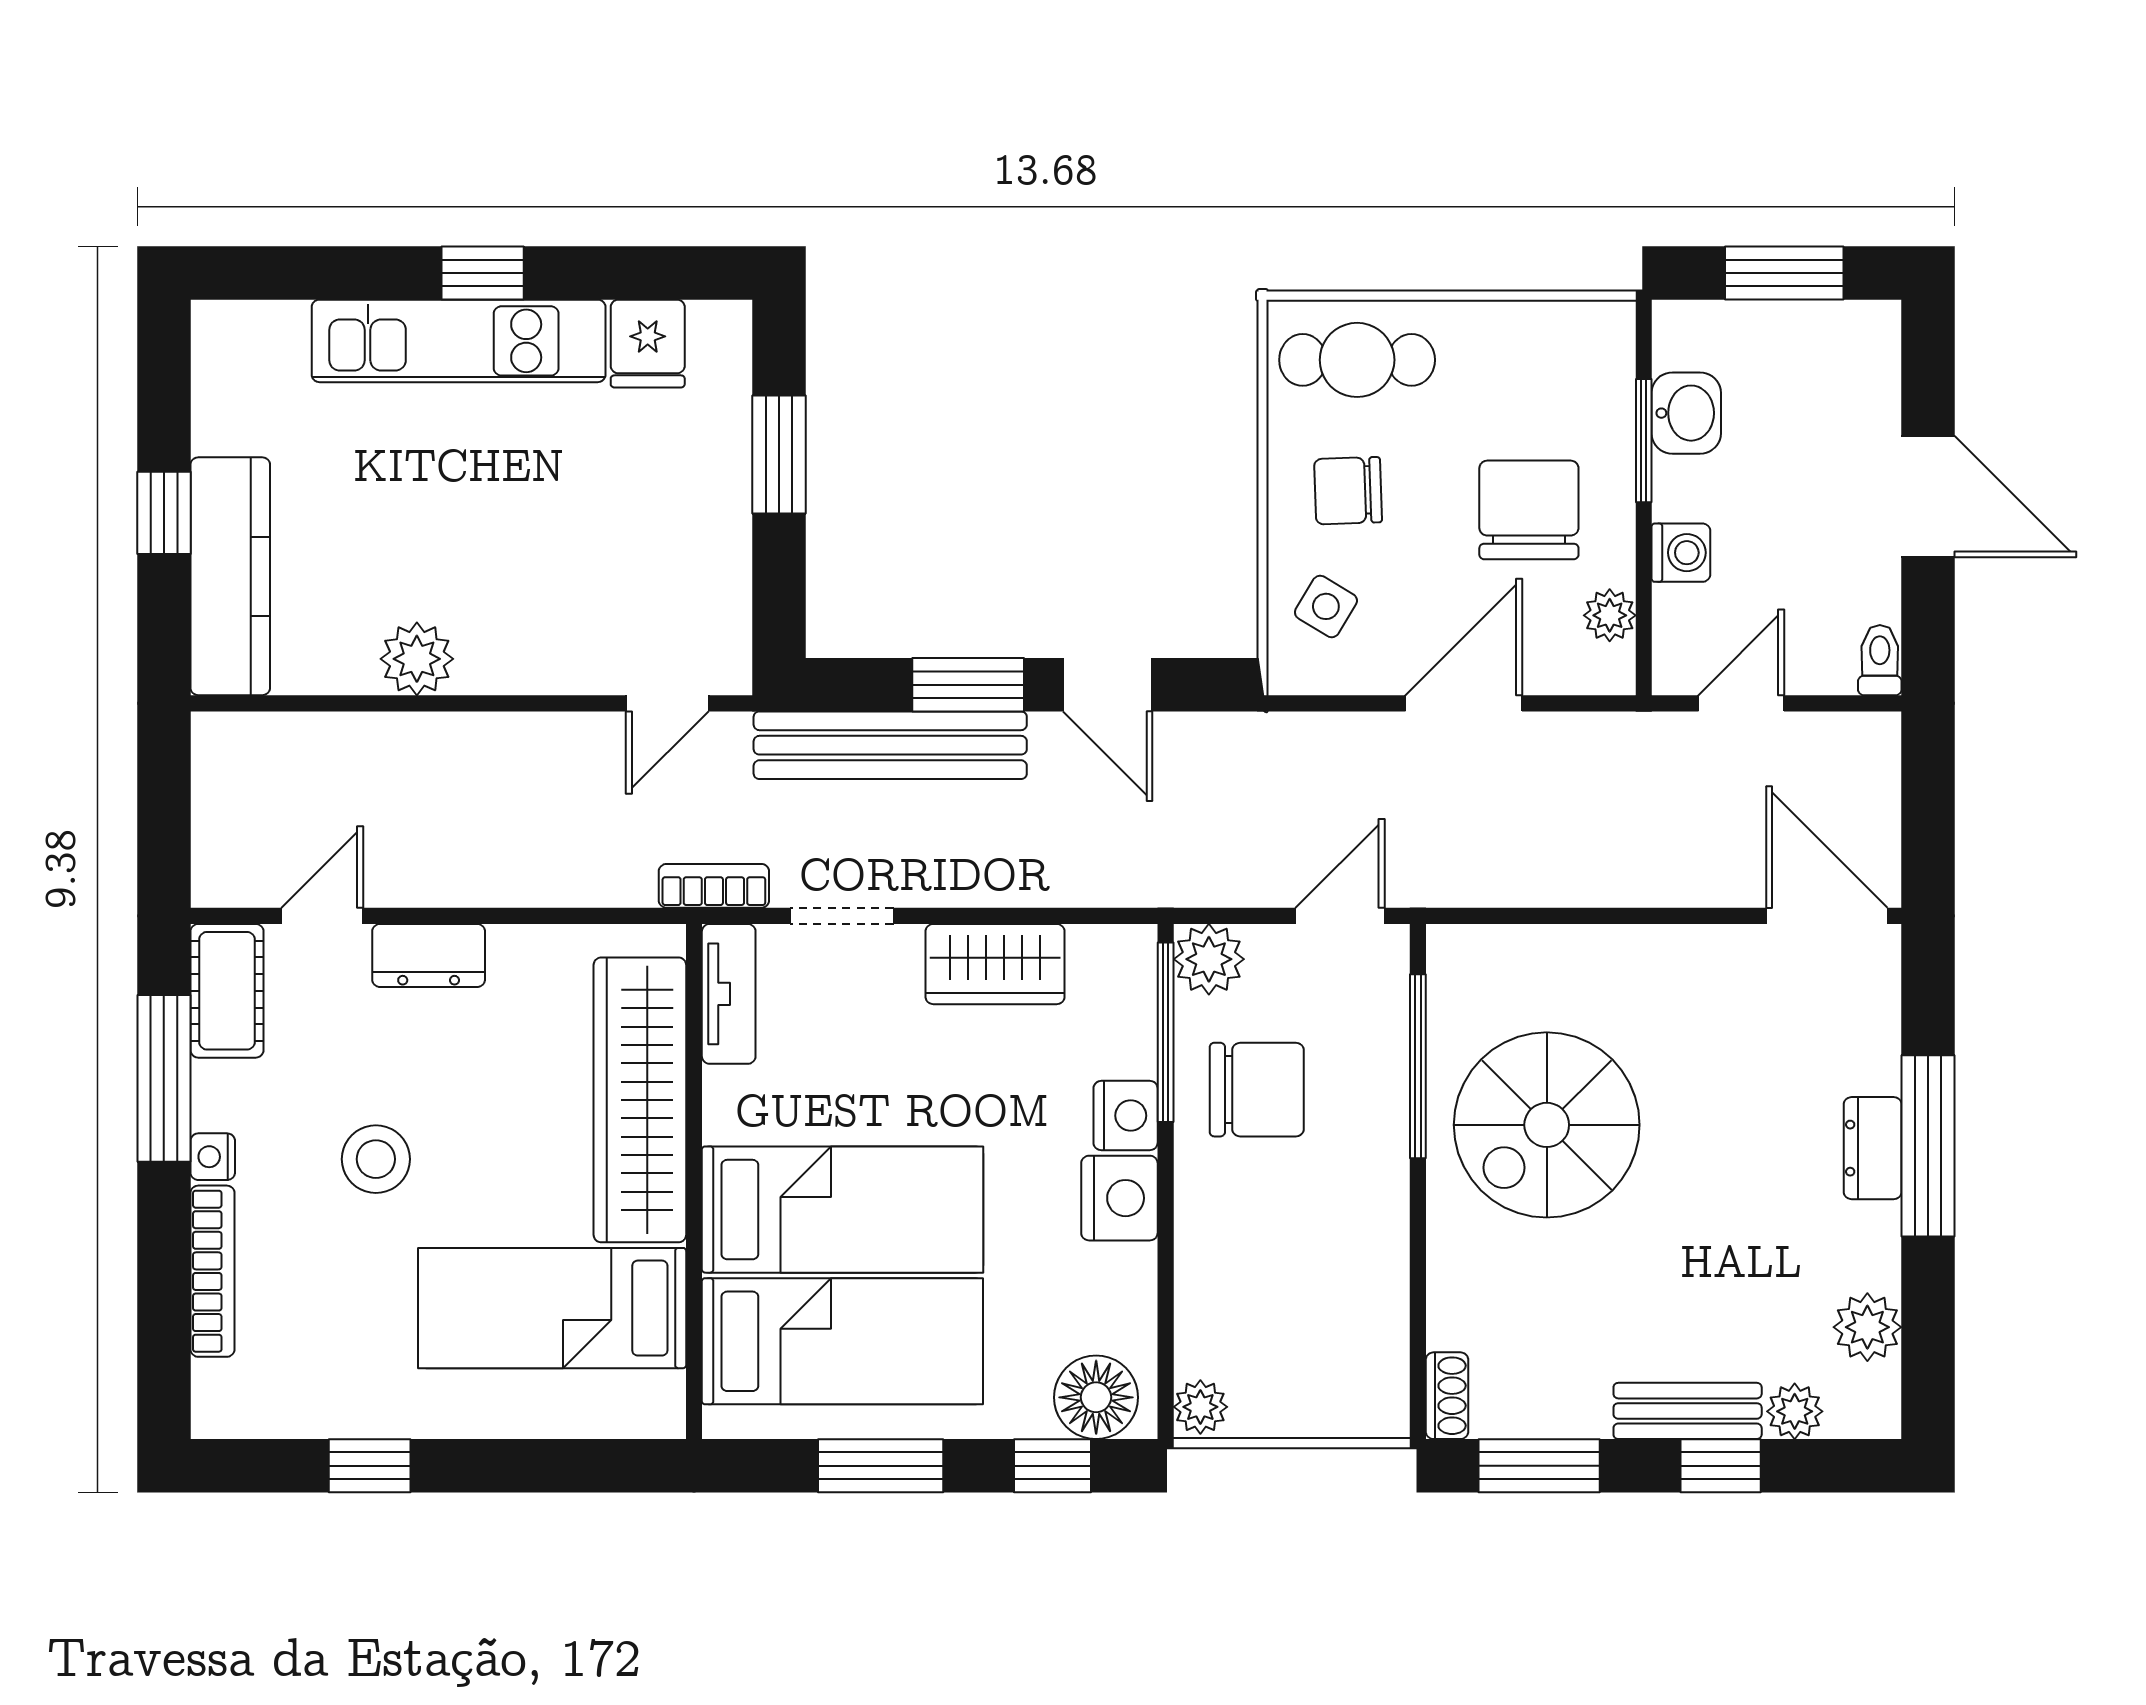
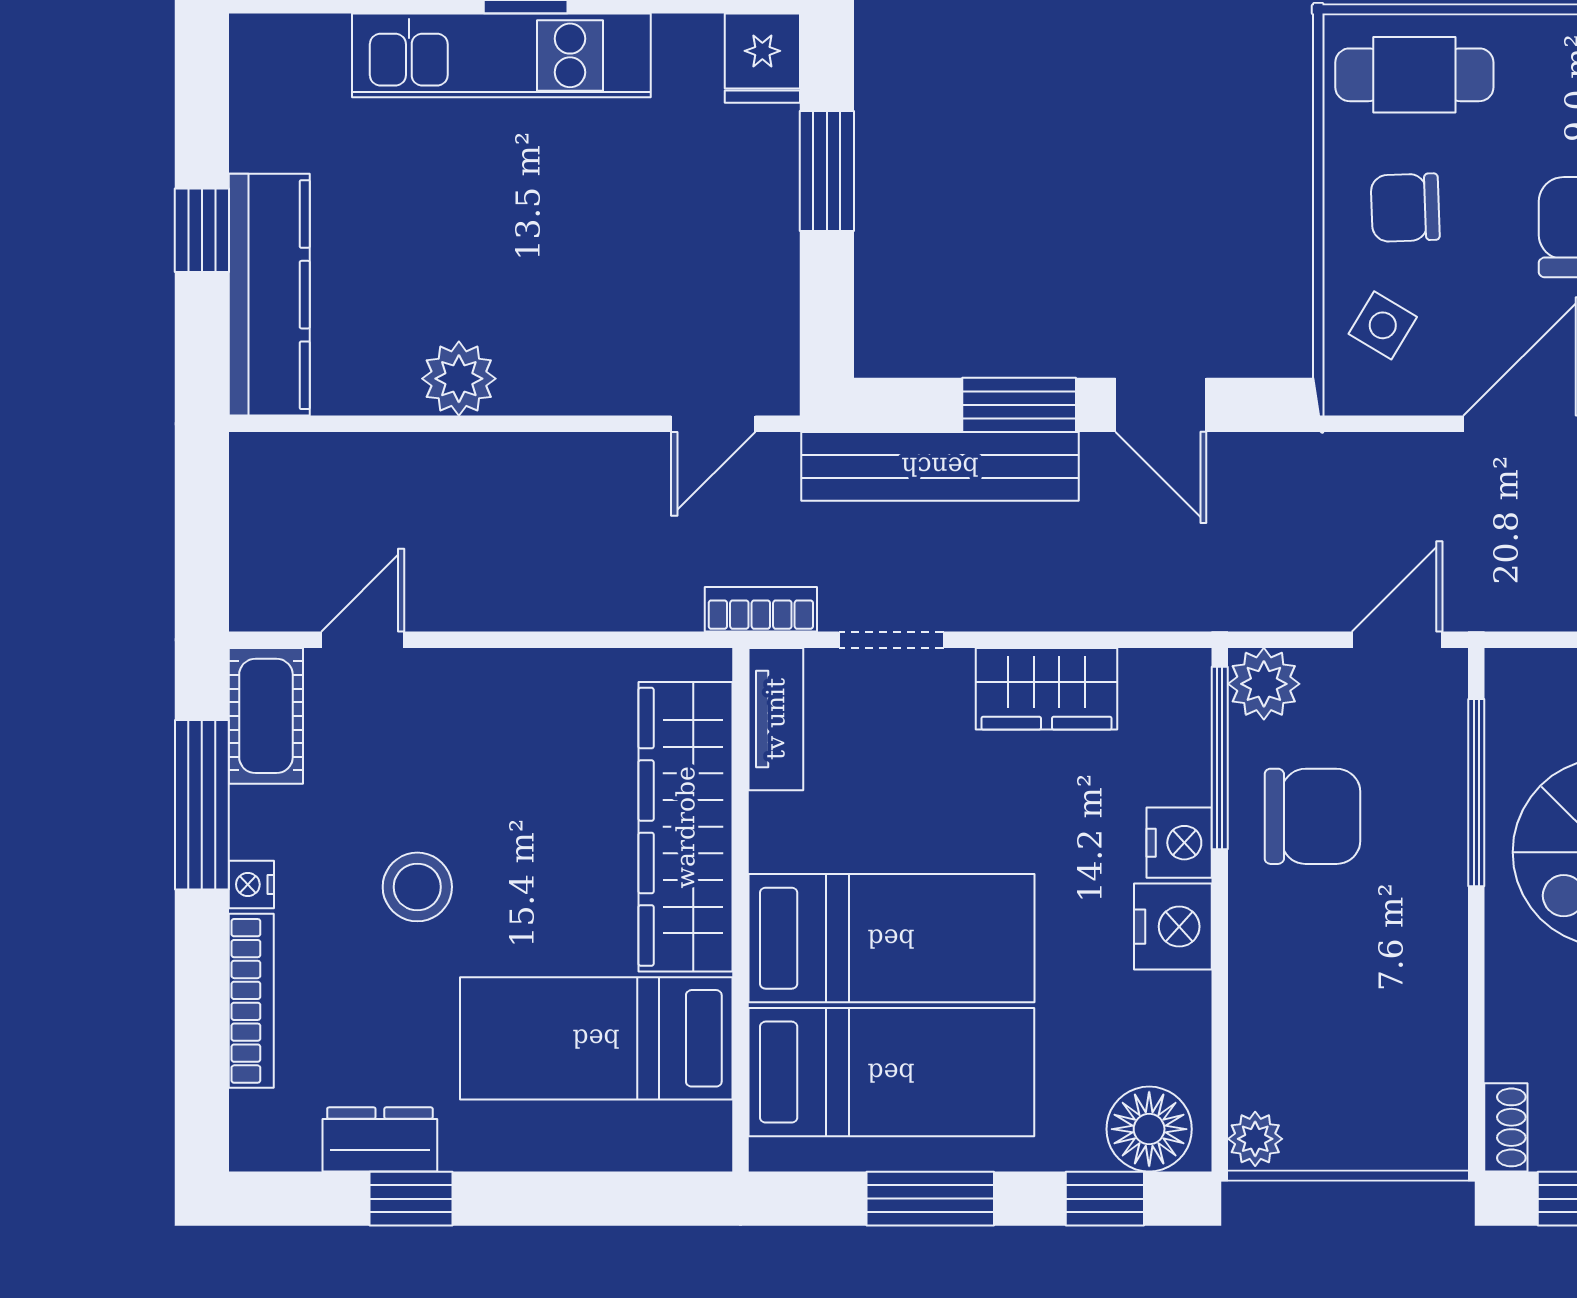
fridge: (648, 344) -> (762, 58), moved
dresser: (429, 955) -> (380, 1139), moved, turned 180

